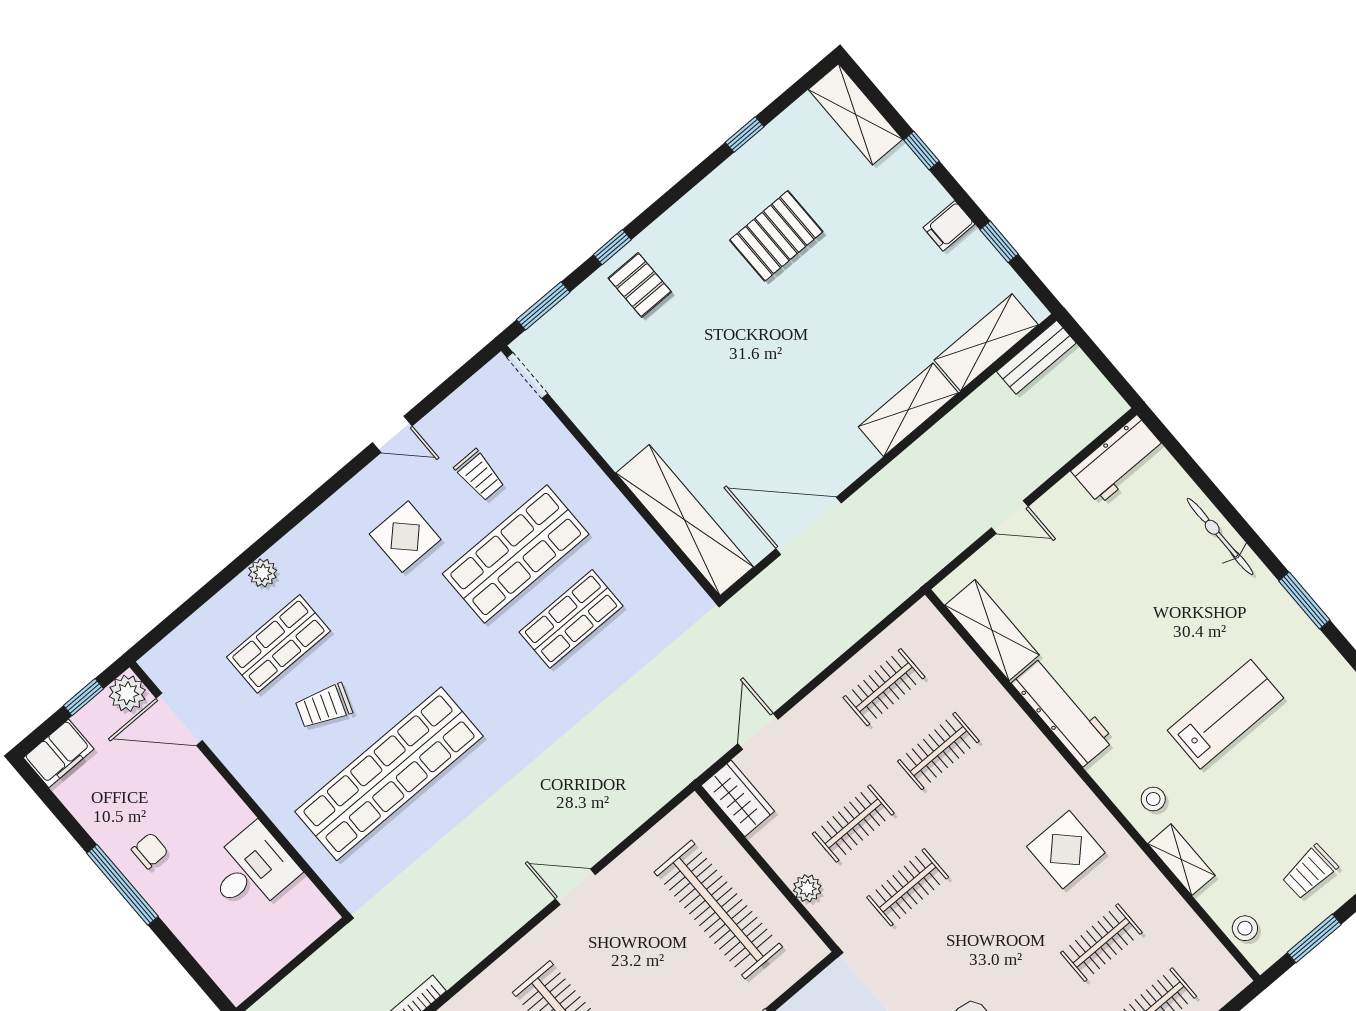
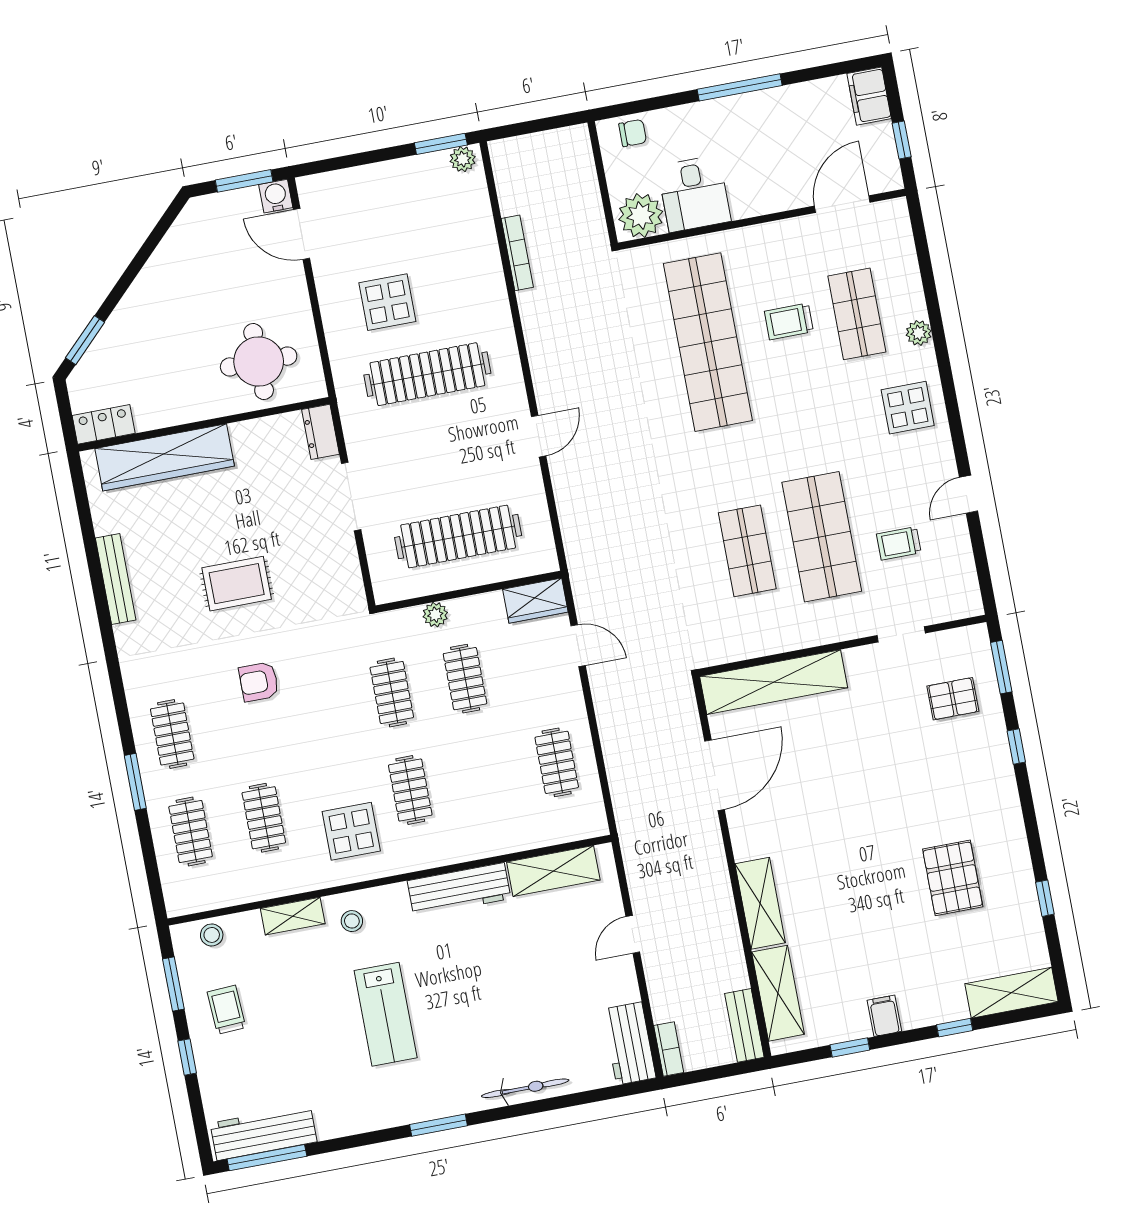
pallet: (640, 285) -> (953, 699), moved
doorway: (527, 375) -> (901, 634), moved
bookcase: (1102, 418) -> (669, 1049), added
display table: (405, 537) -> (908, 408), moved
plant: (127, 693) -> (641, 216), moved, width x1.36, depth x1.36
trolley: (324, 706) -> (789, 321), turned -110
clothes rail: (938, 751) -> (410, 790), moved
chair: (150, 851) -> (633, 133), moved, turned -90

